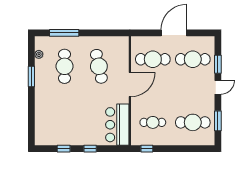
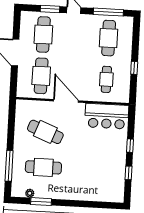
cafe table: (99, 66) -> (45, 132), turned 33
window: (31, 76) -> (41, 202), moved
window: (218, 121) -> (108, 12), width x1.44
window: (147, 149) -> (134, 68), moved

